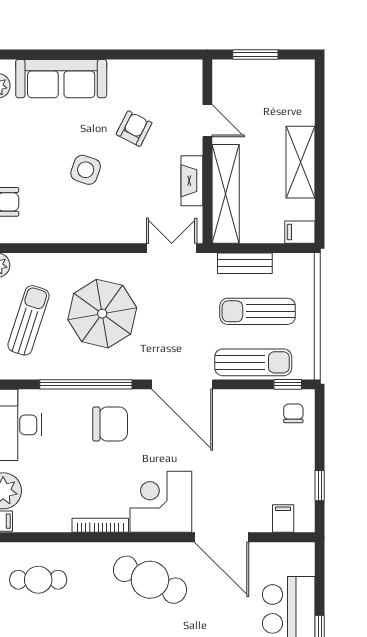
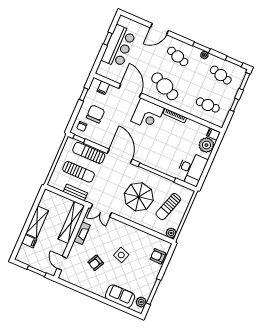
sofa: (61, 79) -> (120, 296), width x0.73
door: (207, 121) -> (62, 263), moved
filing cabinet: (300, 232) -> (29, 241), moved
chair: (110, 424) -> (96, 114), moved, turned 90

